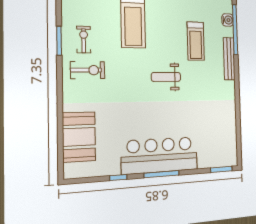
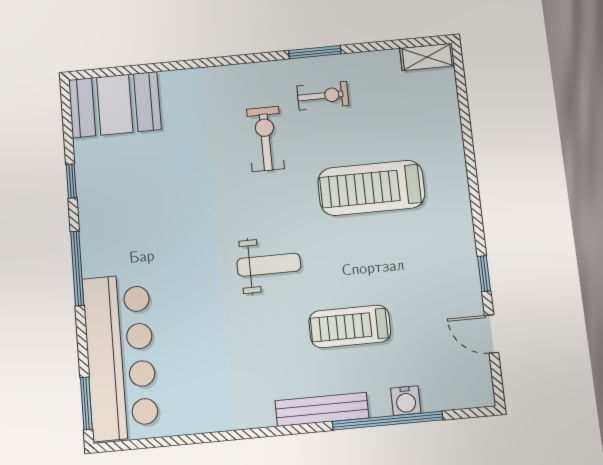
exercise bike: (88, 70) -> (265, 139), moved, turned 180
weight bench: (166, 77) -> (269, 265), turned 90
booth: (79, 137) -> (115, 105), moved
bar counter: (160, 155) -> (120, 357), moved

